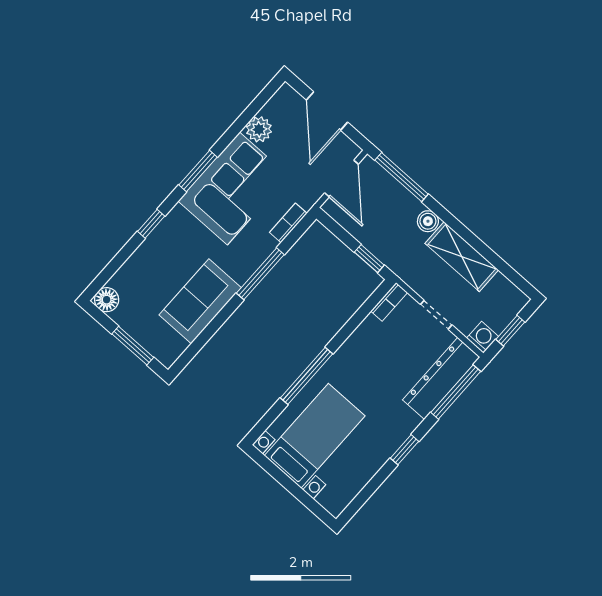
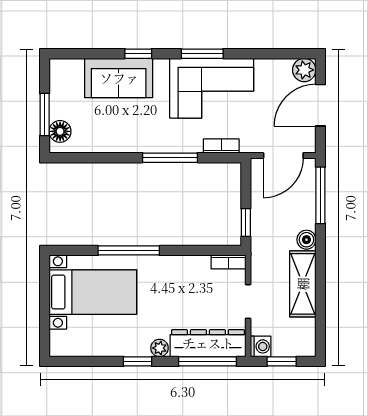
plant: (259, 129) -> (304, 70), moved
floor lamp: (107, 300) -> (60, 131), moved
sofa: (200, 301) -> (119, 78), moved, turned 180
plant: (410, 422) -> (159, 348), added

